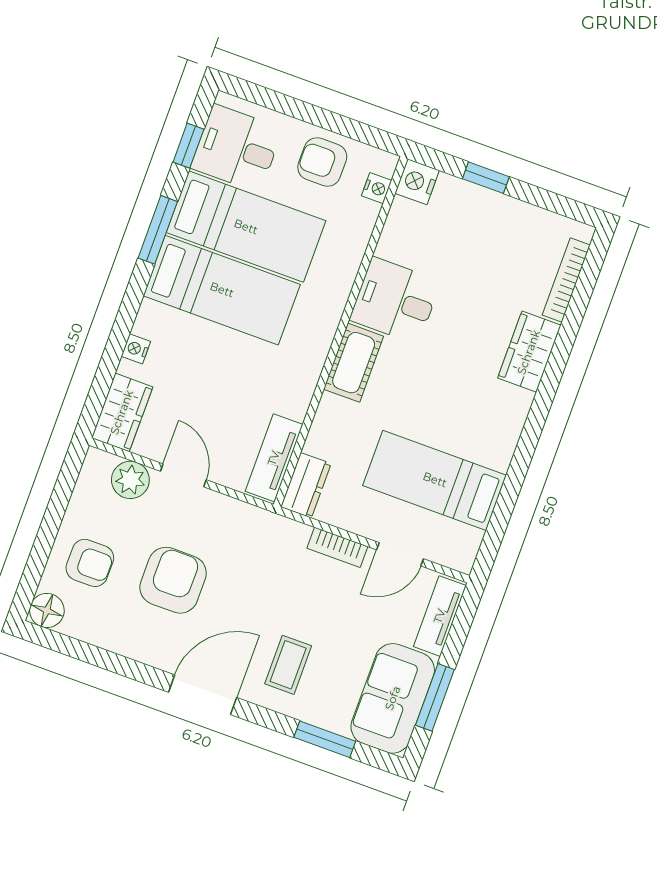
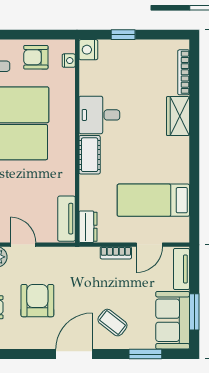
coffee table: (288, 665) -> (112, 323), turned -52

